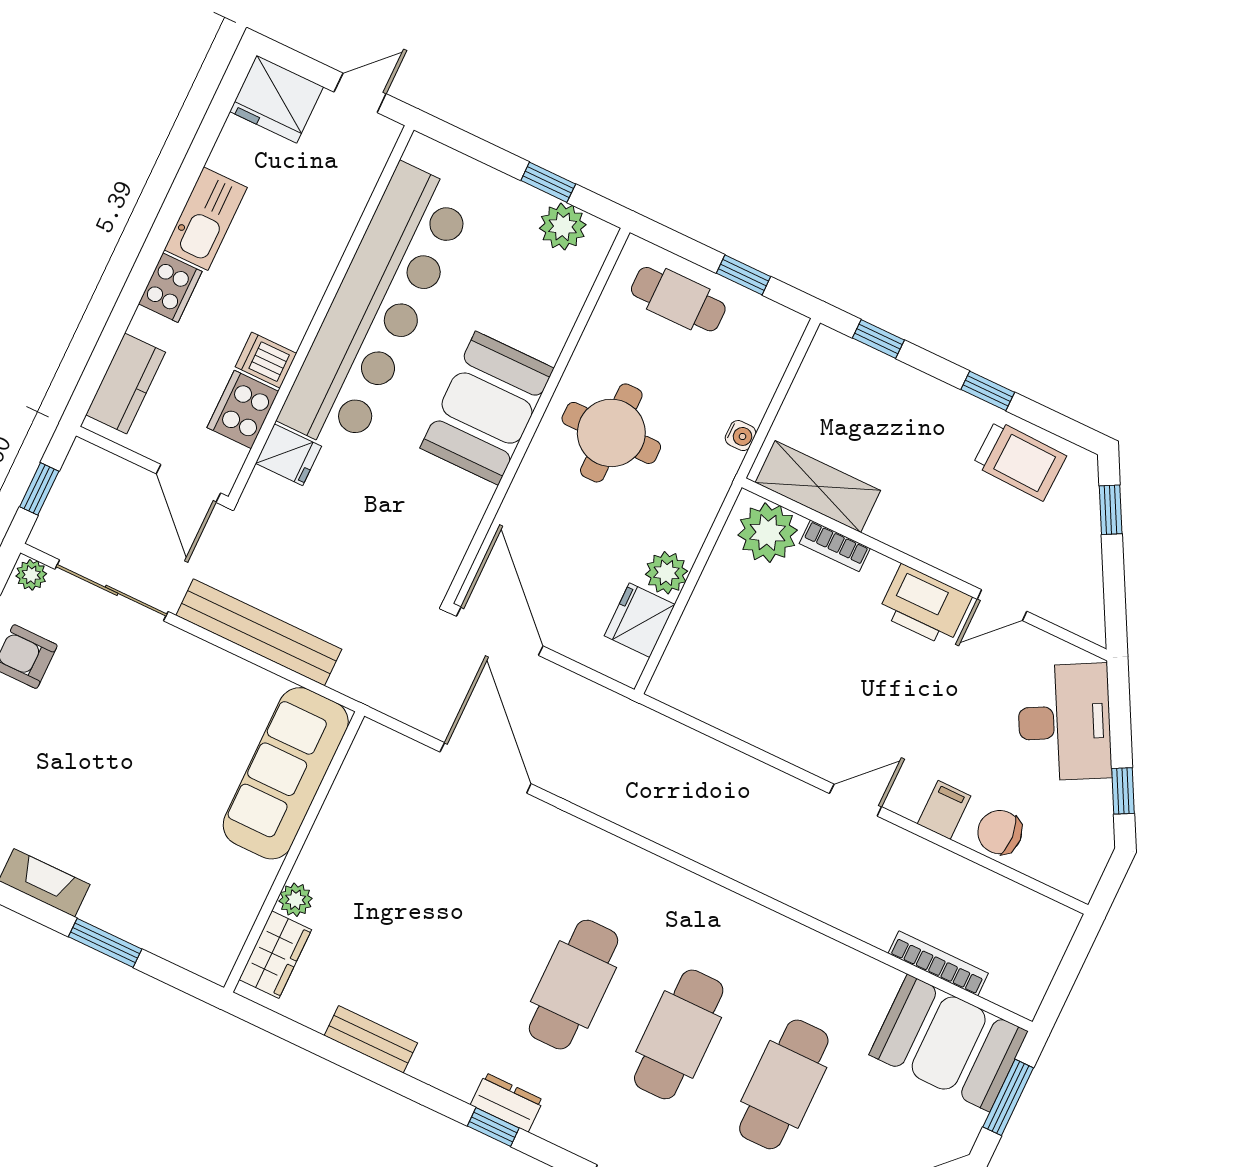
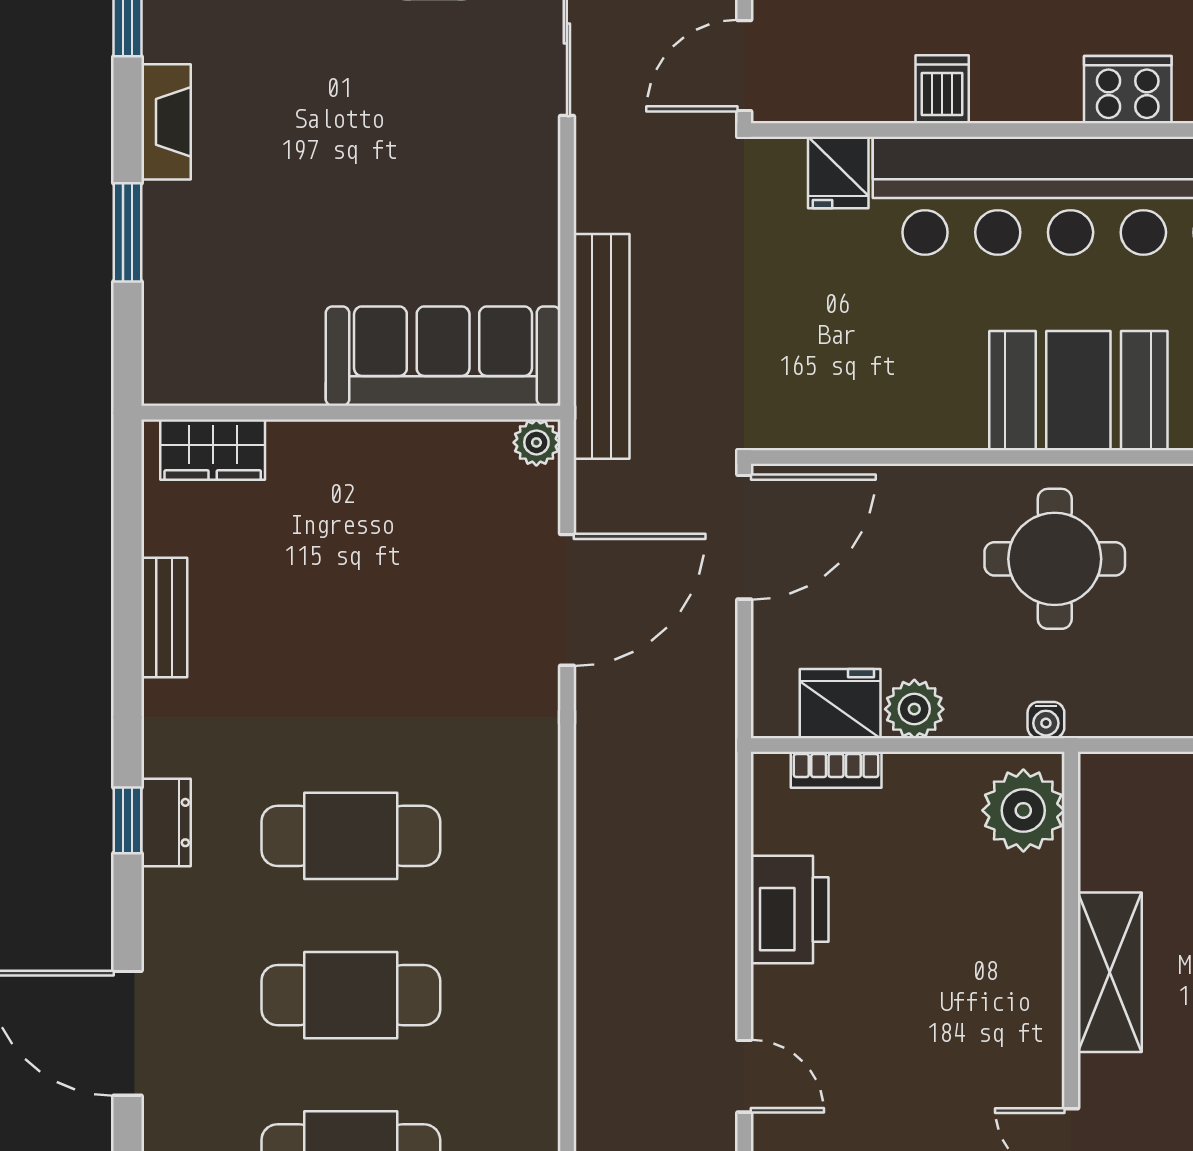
booth: (487, 408) -> (1078, 391), moved
cooker: (243, 409) -> (1128, 90), moved
water cooler: (741, 436) -> (1046, 720), moved
shelving: (818, 487) -> (1110, 972), moved
bookcase: (835, 546) -> (836, 770), moved, turned -90
printer: (925, 605) -> (790, 909), moved, turned 180
bench: (259, 632) -> (602, 346), moved
plant: (296, 900) -> (536, 442), moved

